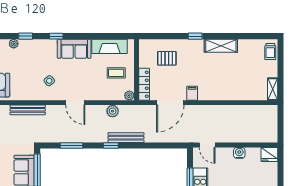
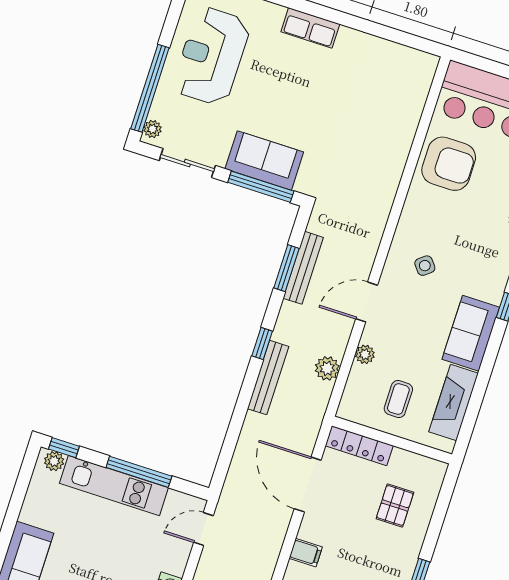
filing cabinet: (192, 93) -> (306, 553), moved
plant: (129, 95) -> (365, 354), moved
bench: (28, 110) -> (303, 268), moved

